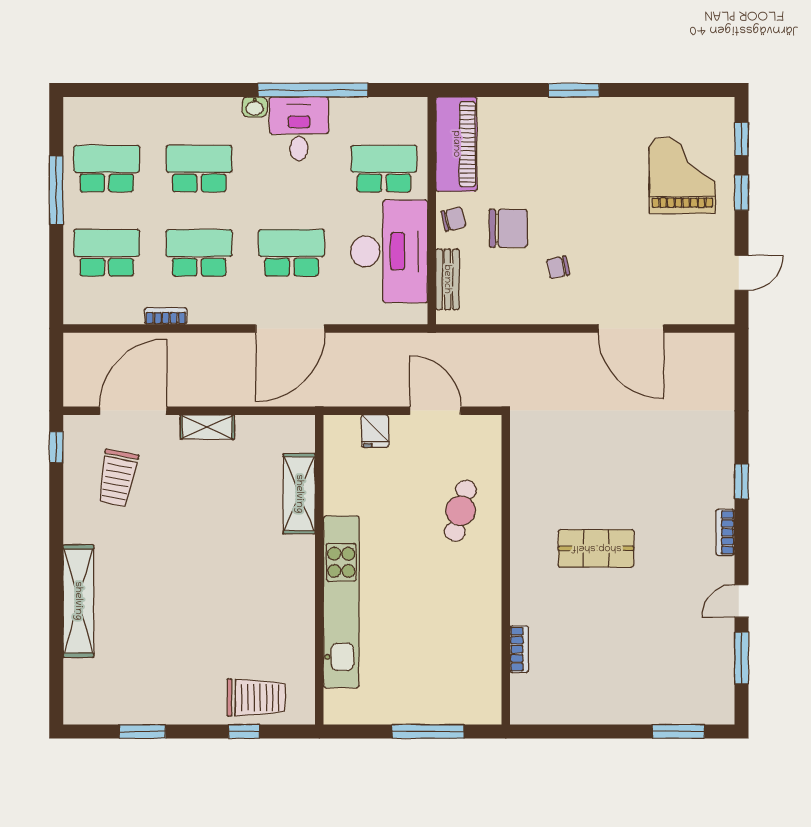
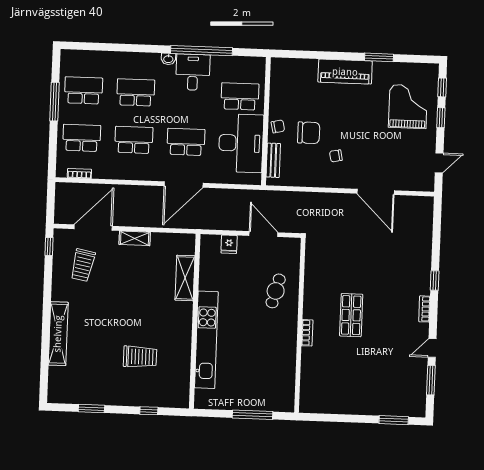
window: (574, 90) -> (379, 57), moved
piano: (456, 144) -> (345, 72), moved, turned 90
bookcase: (166, 316) -> (79, 173), moved
shop shelf: (596, 548) -> (351, 315), turned 90
bookcase: (519, 649) -> (307, 333), moved
trolley: (256, 698) -> (140, 357), moved

